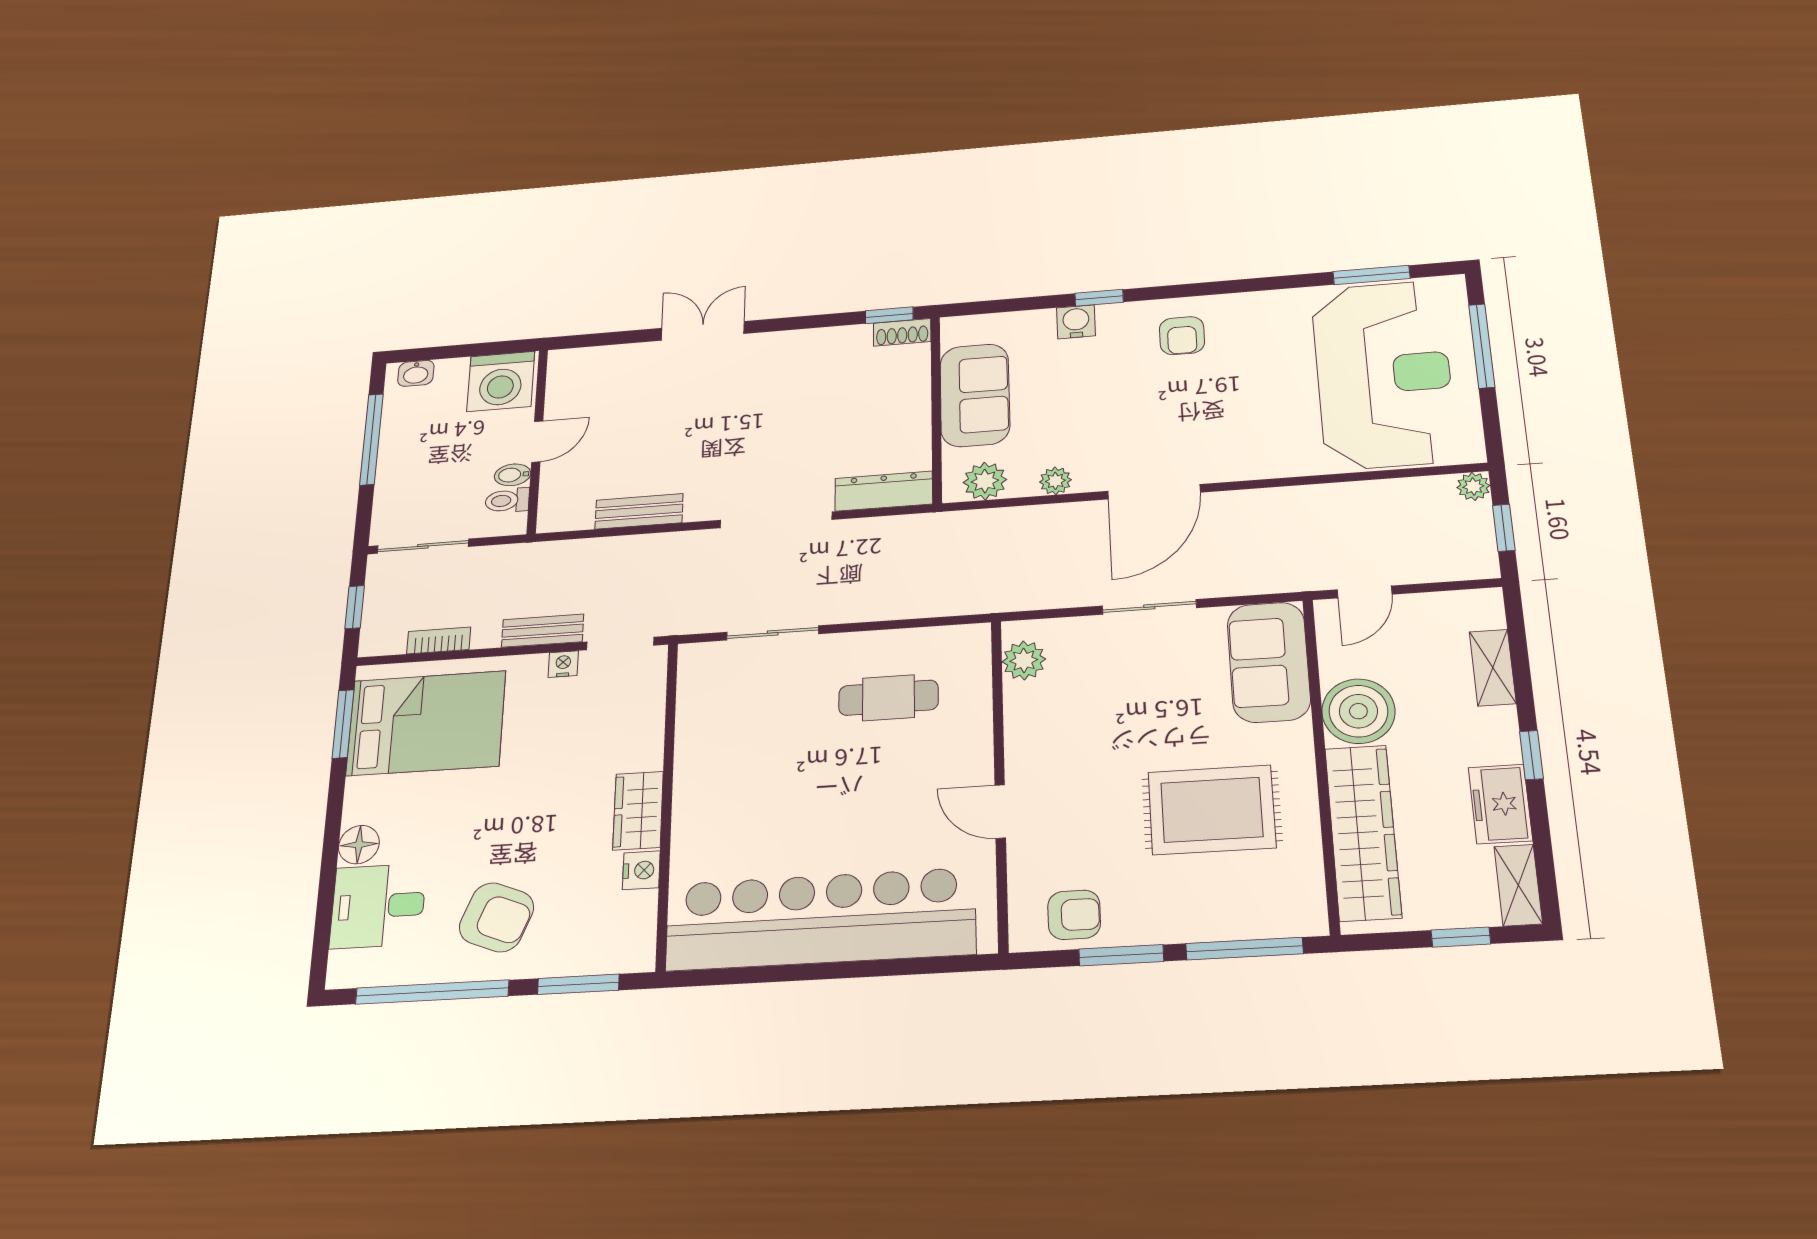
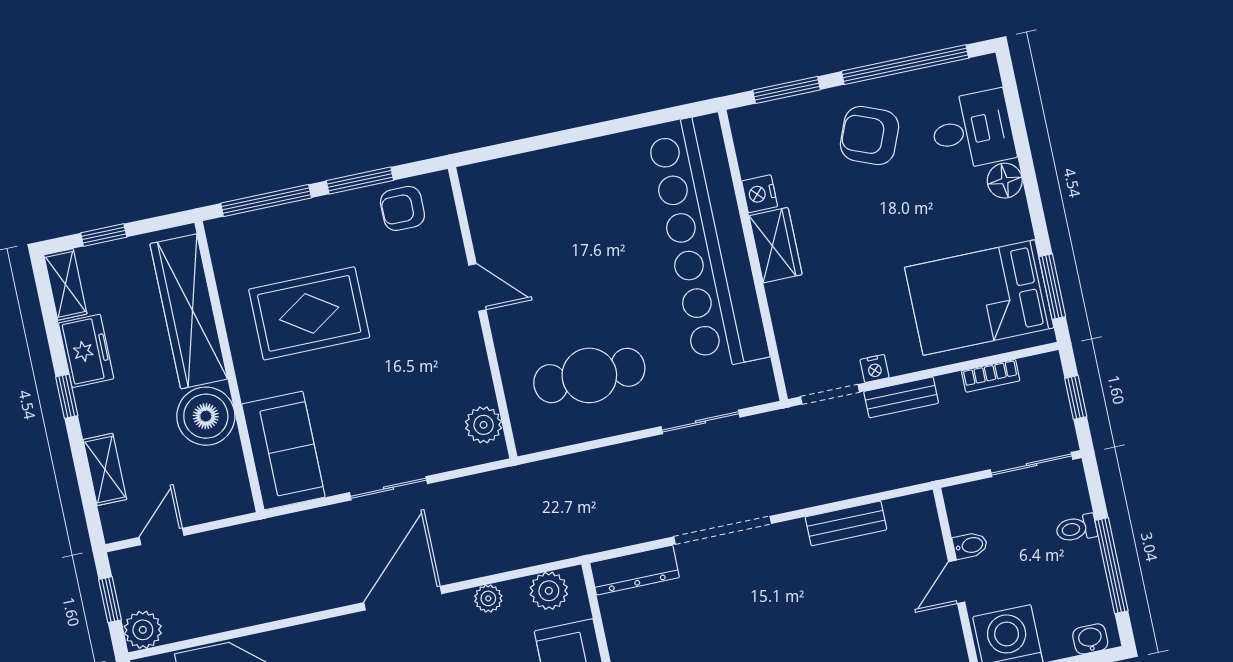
plant: (1473, 486) -> (143, 630), width x1.38, depth x1.38
toilet: (507, 500) -> (1076, 528), moved, turned 180
door: (1365, 592) -> (162, 536), moved
cafe table: (888, 698) -> (589, 375), width x1.37, depth x1.35
bar counter: (820, 919) -> (708, 242), moved, turned 90

